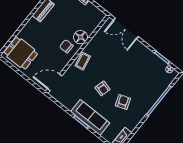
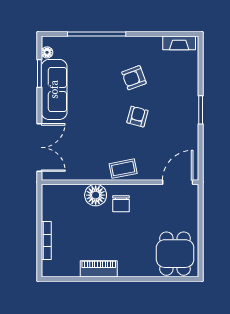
door: (55, 82) -> (178, 182), swing flipped
sofa: (90, 117) -> (54, 89), moved, turned 180

